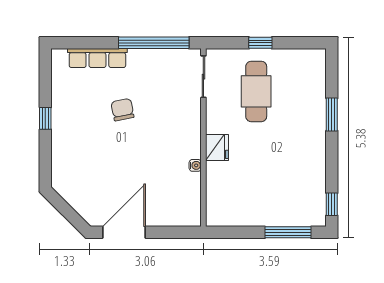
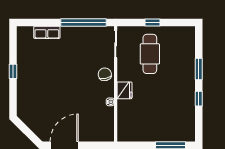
row of seats: (97, 58) -> (47, 32), width x0.68
chair: (122, 110) -> (105, 74), moved
window: (332, 204) -> (199, 99), moved

